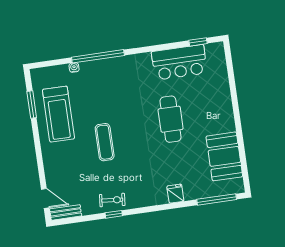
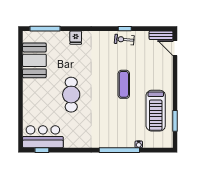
bar counter: (179, 62) -> (43, 137), moved
treadmill: (58, 114) -> (156, 111), turned 180

